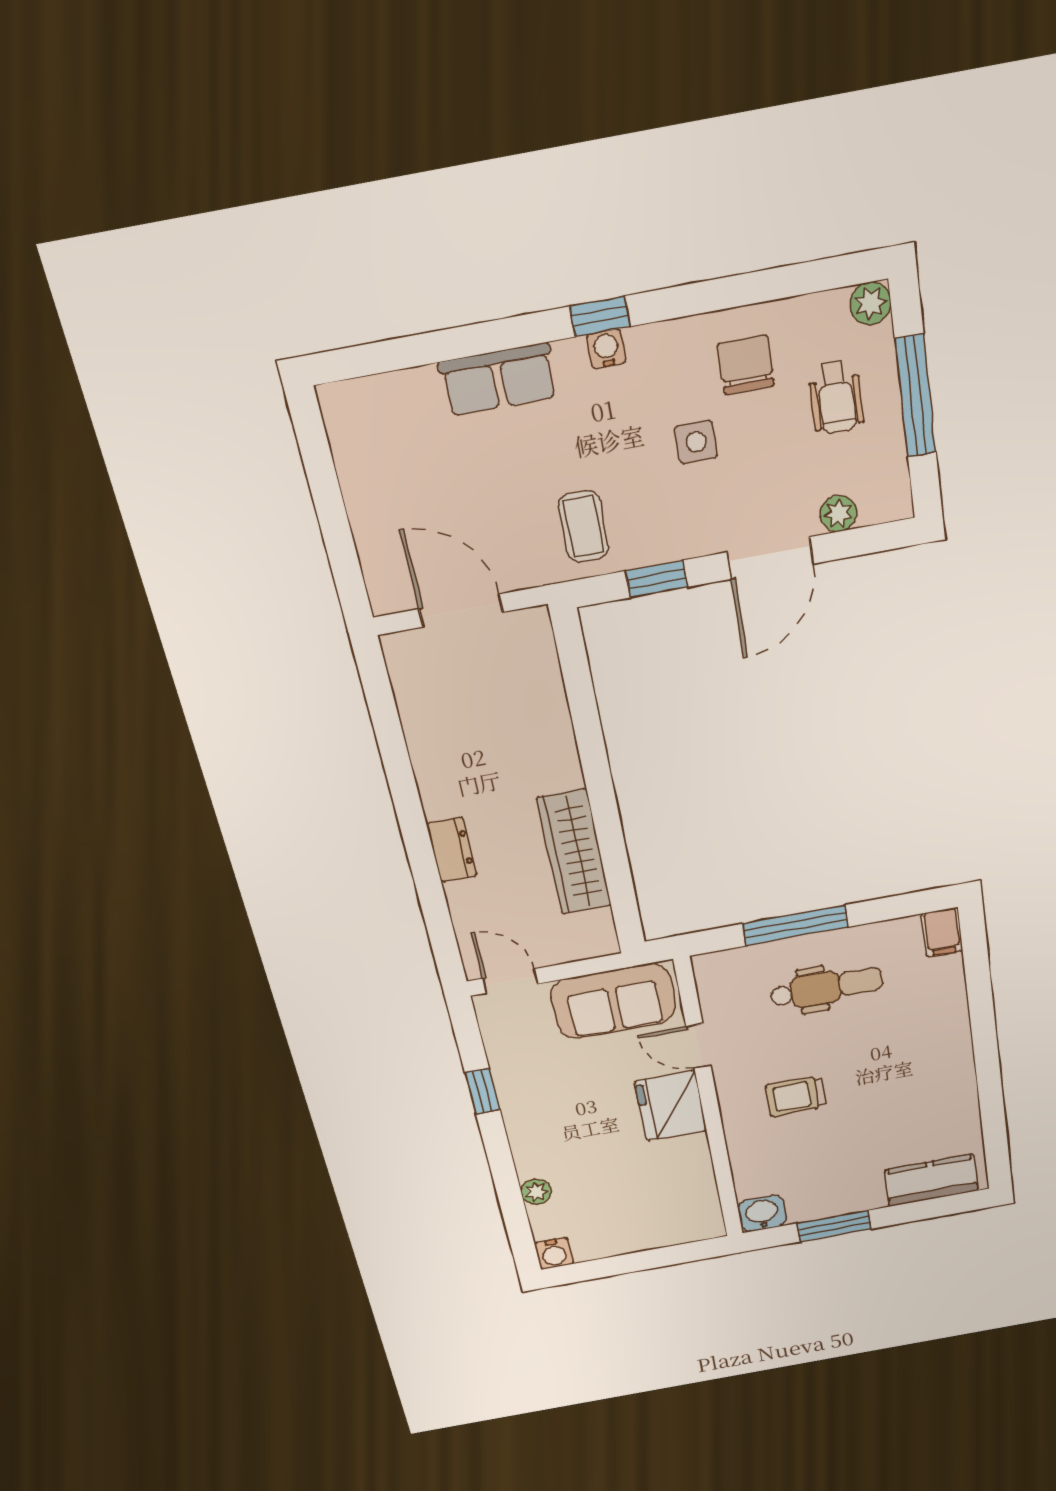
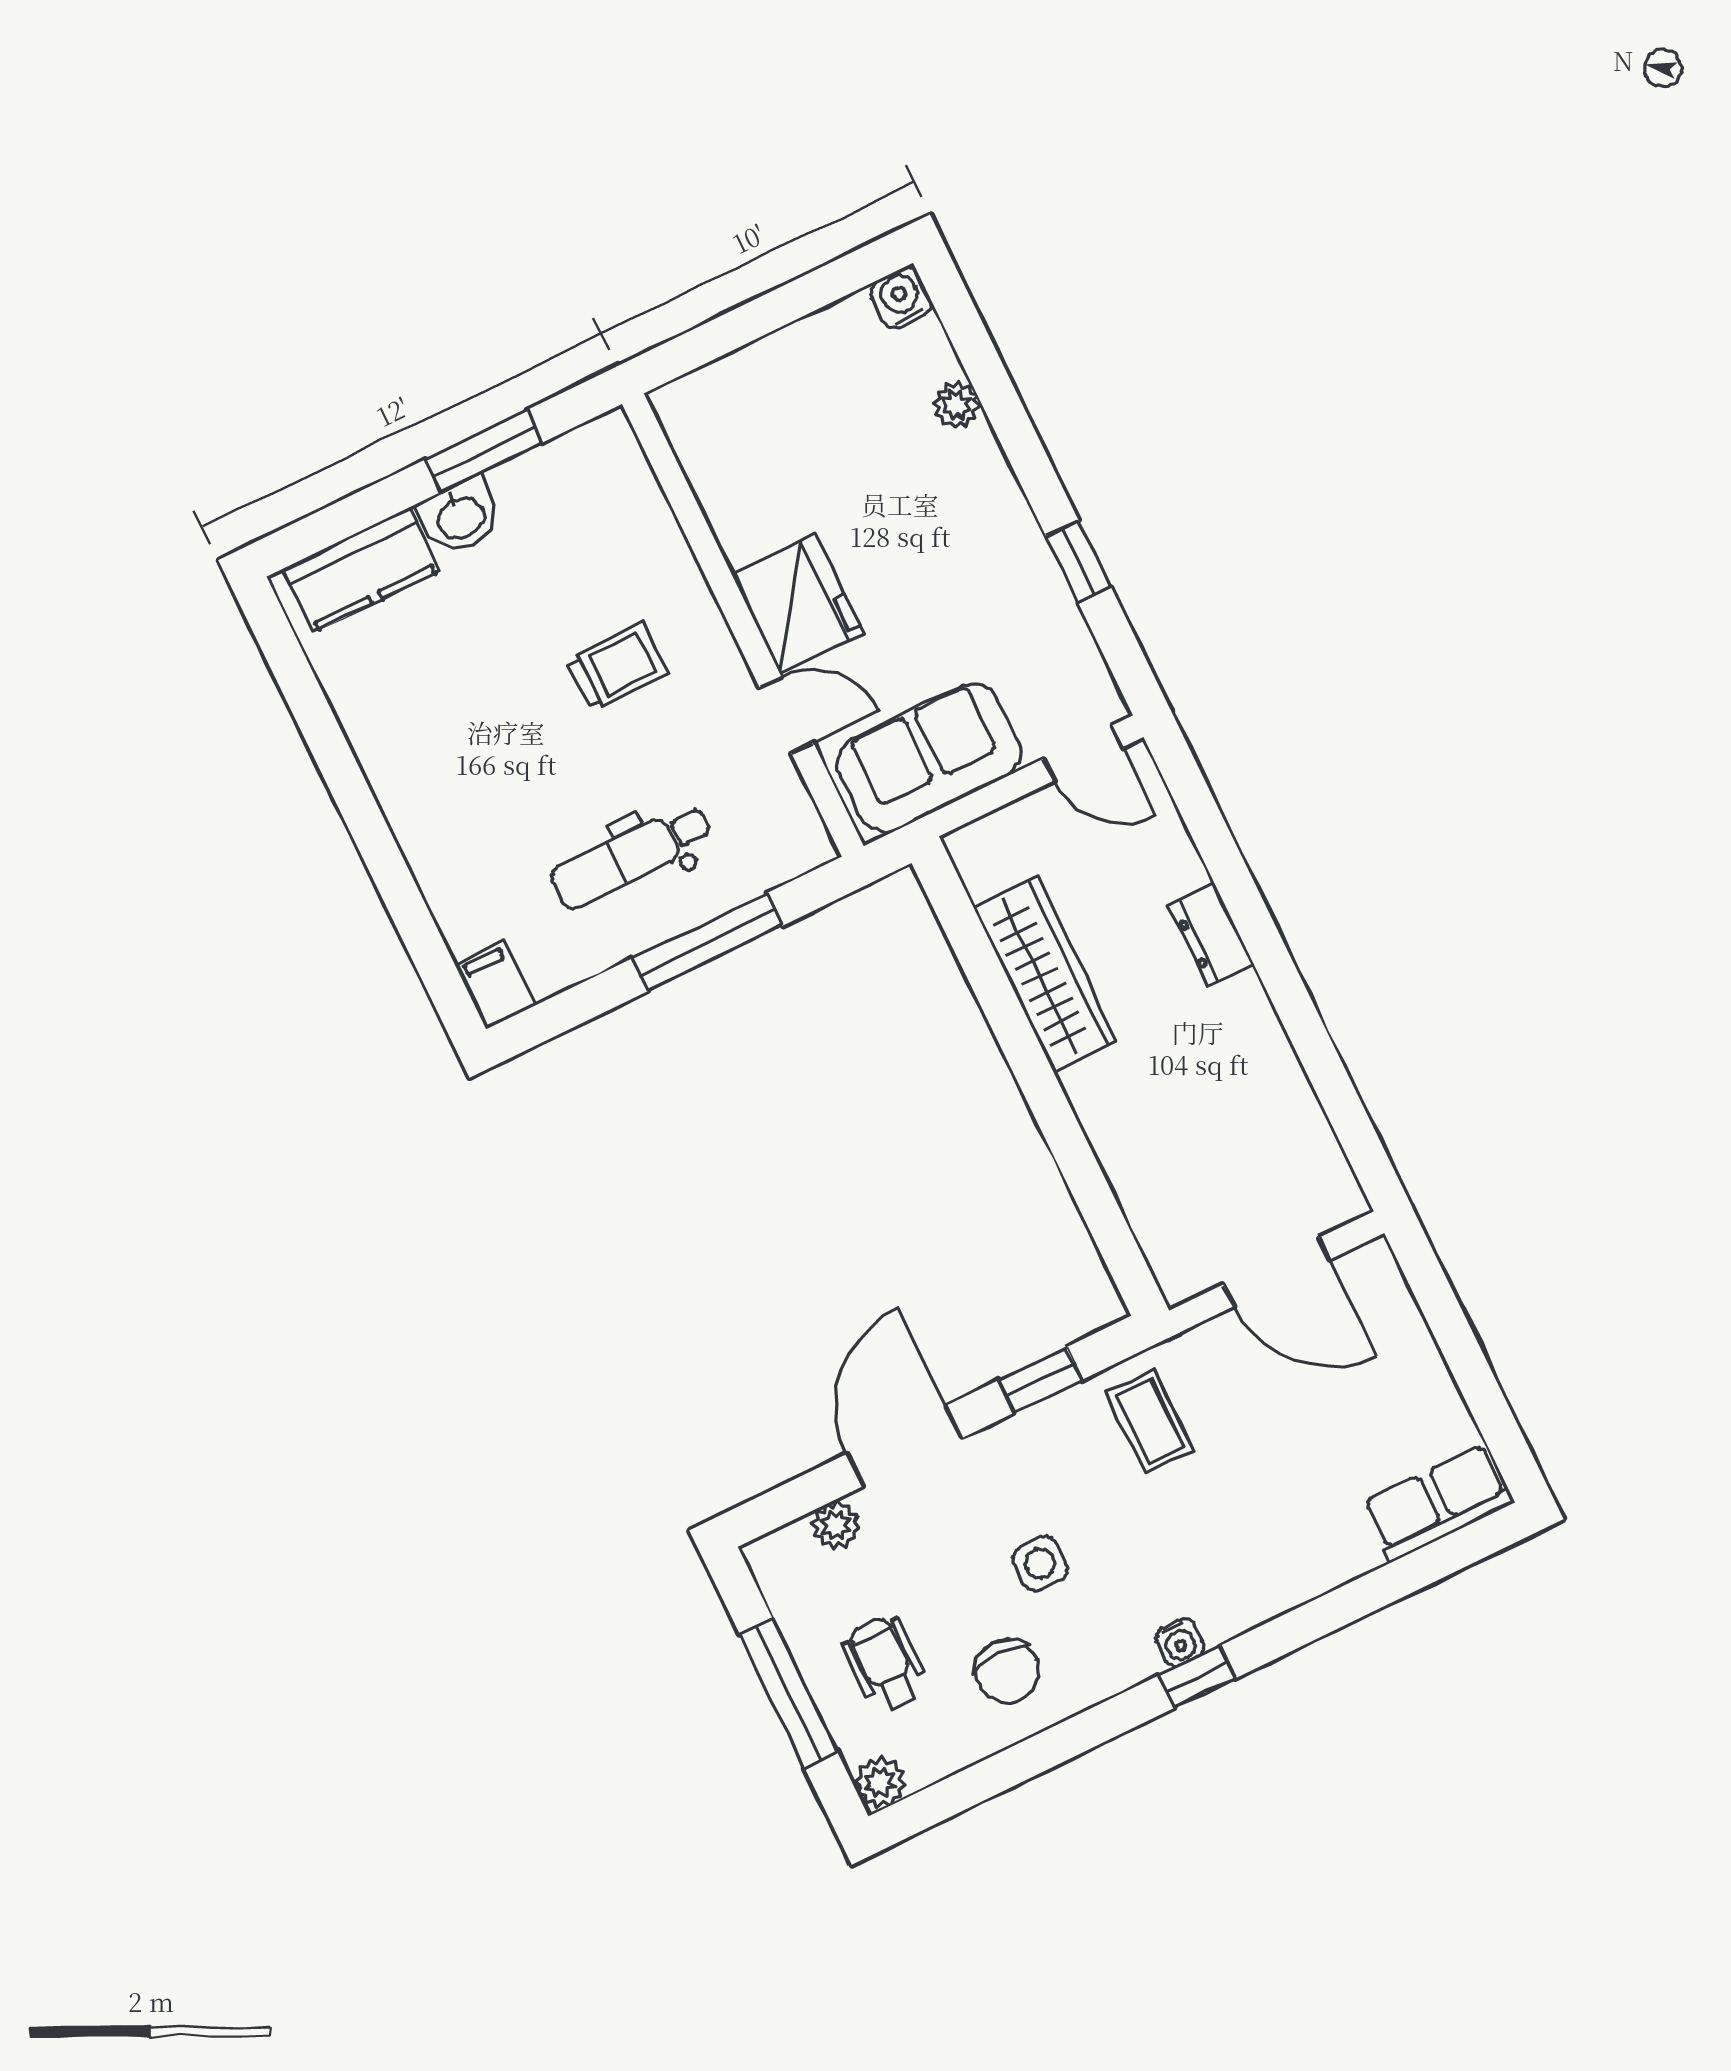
row of seats: (498, 379) -> (1438, 1503), moved
washbasin: (762, 1213) -> (460, 517), moved

